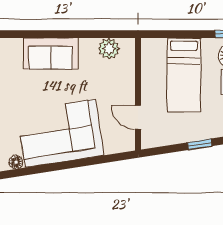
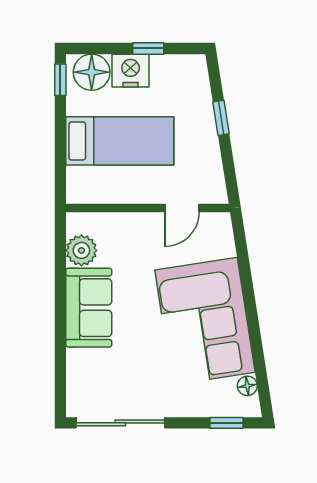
sofa: (51, 54) -> (89, 308), moved

